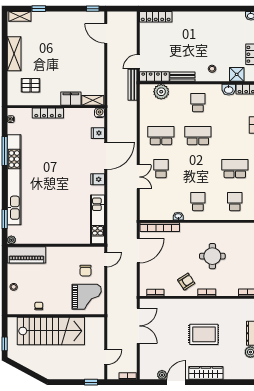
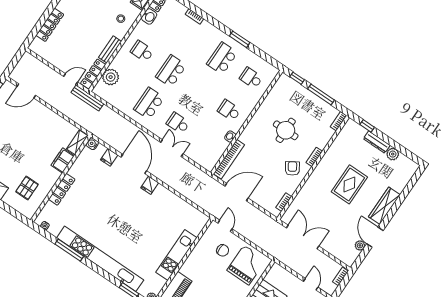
locker: (156, 17) -> (50, 25), moved
door: (138, 62) -> (71, 79), swing flipped
kitchen unit: (98, 219) -> (176, 255), moved, turned 90
door: (138, 251) -> (237, 192), hinge flipped

